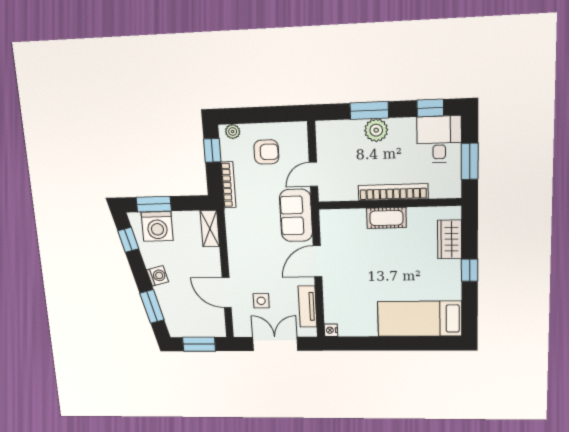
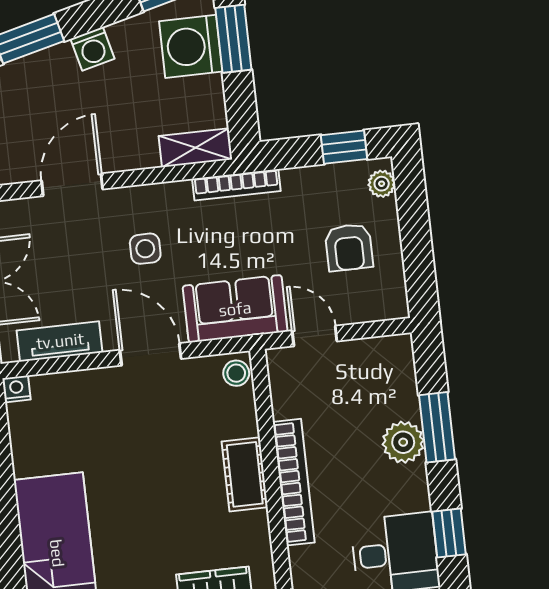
bookcase: (228, 185) -> (236, 185), moved
stool: (331, 218) -> (236, 373), added
side table: (261, 301) -> (145, 249), moved

